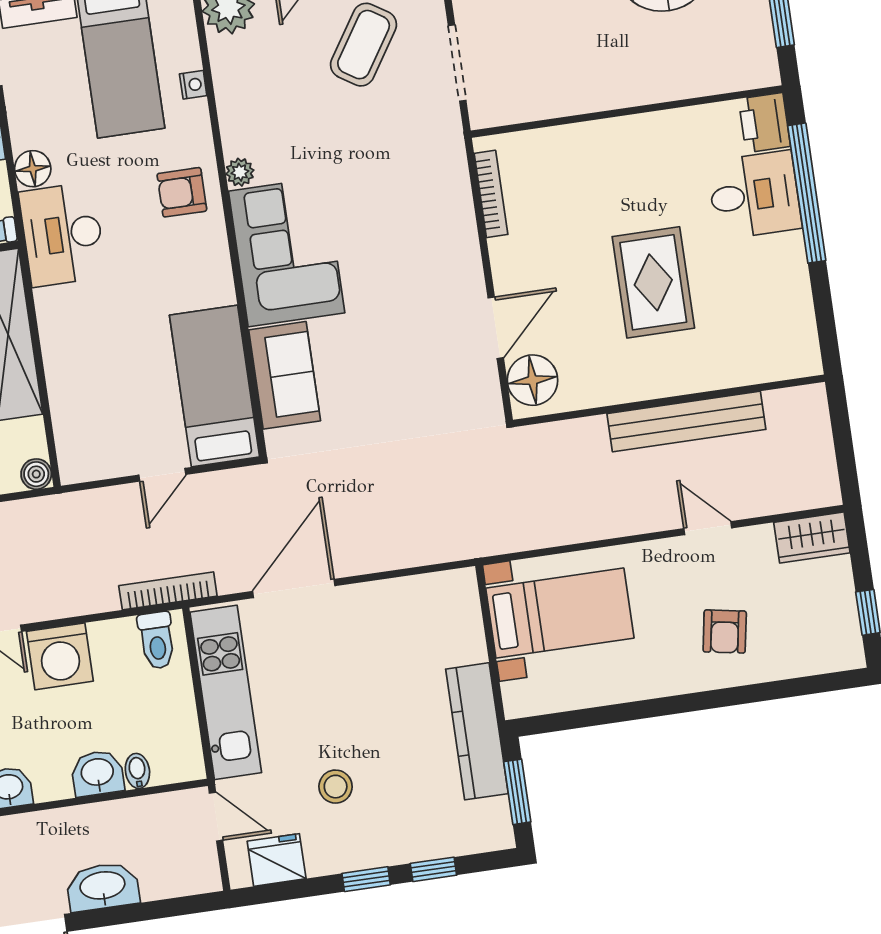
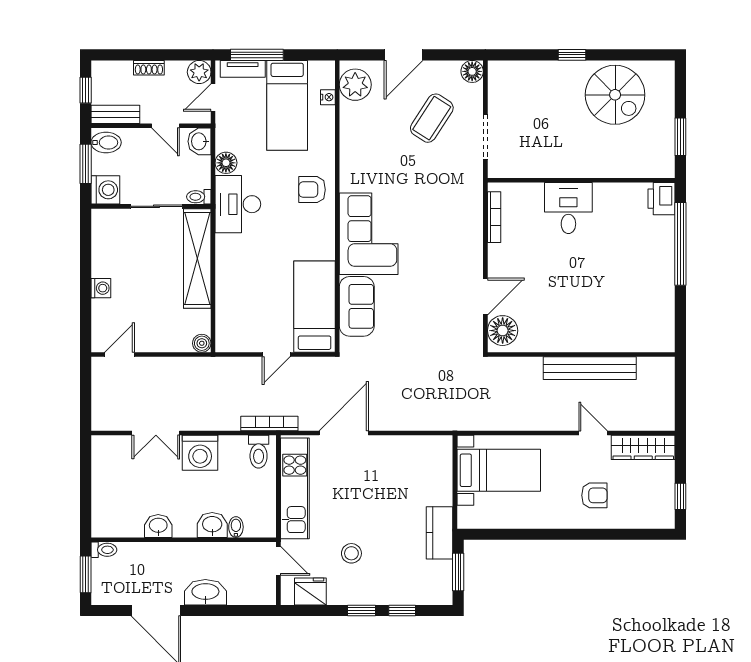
nightstand: (193, 85) -> (328, 97), moved
plant: (240, 172) -> (348, 183), removed
desk: (754, 195) -> (568, 208), moved, turned -90
rug: (653, 282) -> (582, 283), removed
wardrobe: (812, 538) -> (643, 447), width x1.50
armchair: (725, 632) -> (594, 495), turned -100
kitchen counter: (477, 731) -> (440, 533), width x0.67

